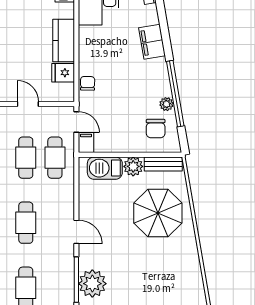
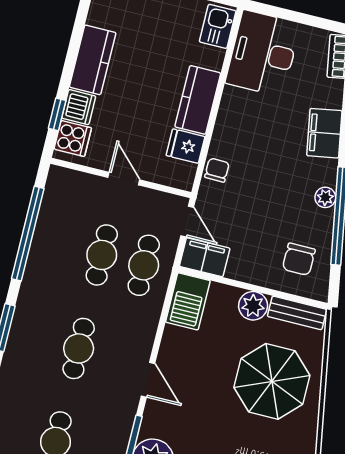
plant: (166, 104) -> (325, 197), moved
filing cabinet: (86, 142) -> (205, 257), width x2.00
barbecue: (105, 168) -> (188, 301), moved, turned -90

